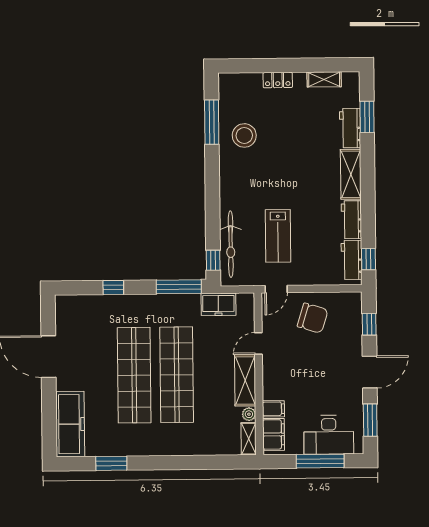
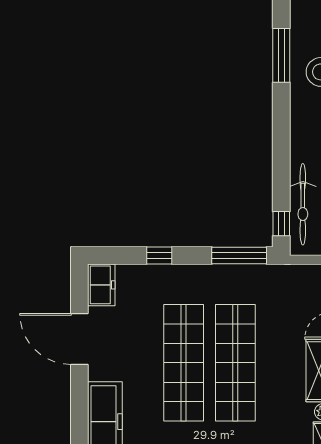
freezer: (218, 304) -> (101, 285), moved, turned -90

